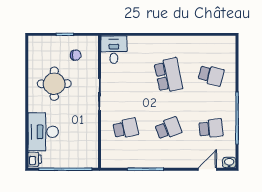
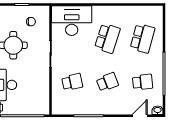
desk: (114, 50) -> (72, 21), width x1.87, depth x1.30
school desk: (168, 75) -> (107, 38), turned 30
school desk: (211, 75) -> (143, 38), width x1.85

